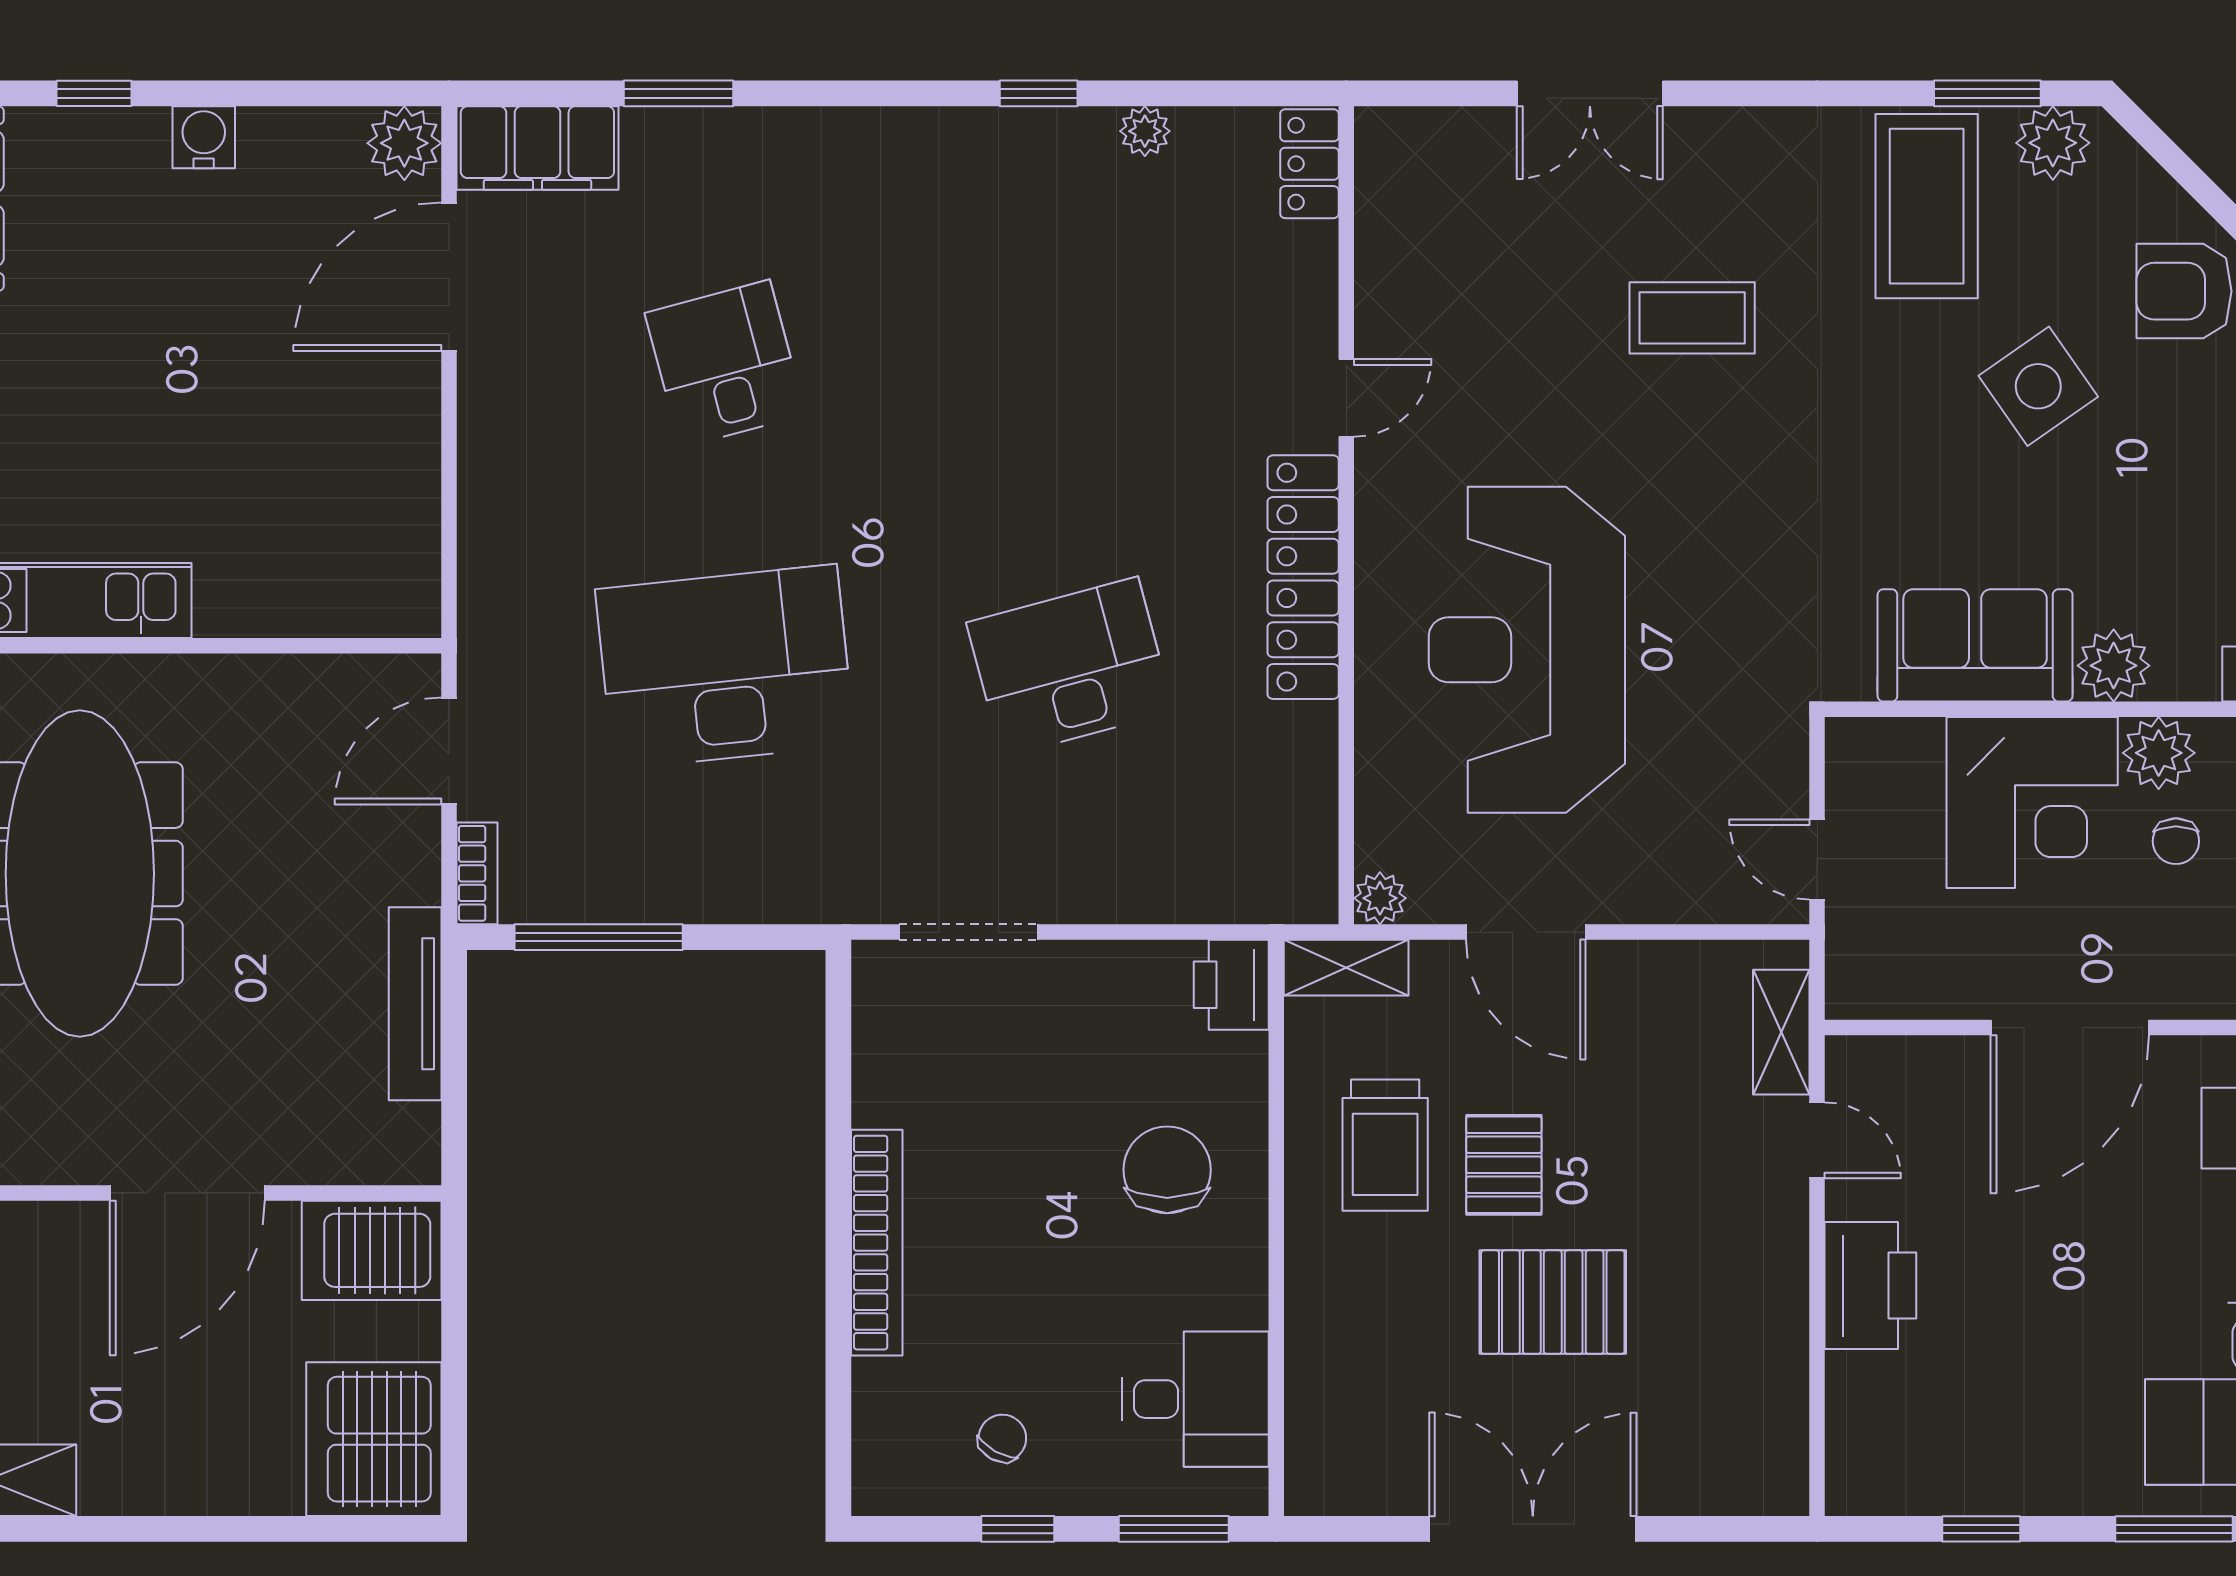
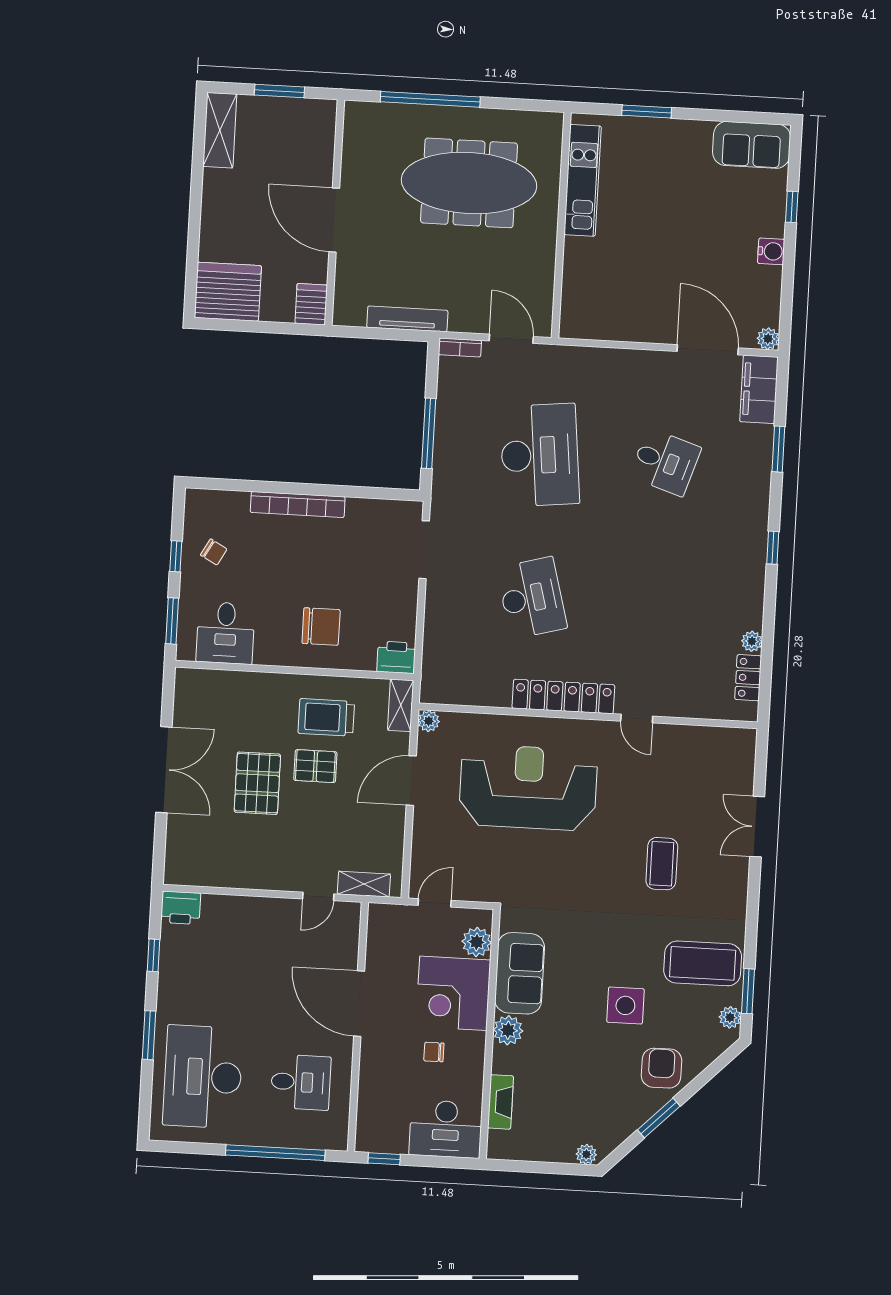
window: (1039, 93) -> (773, 548), moved
plant: (404, 143) -> (768, 339), width x0.73, depth x0.73
plant: (2053, 143) -> (730, 1017), width x0.73, depth x0.73
locker: (1309, 164) -> (748, 678), moved, turned -90
desk: (725, 364) -> (665, 462), turned 33
side table: (2038, 386) -> (625, 1005), turned 35
plant: (2159, 753) -> (477, 942), moved
window: (599, 937) -> (429, 433), moved
server rack: (372, 1250) -> (311, 304), width x0.73, depth x0.70
printer: (1870, 1286) -> (181, 908), moved, width x0.73, depth x0.84

